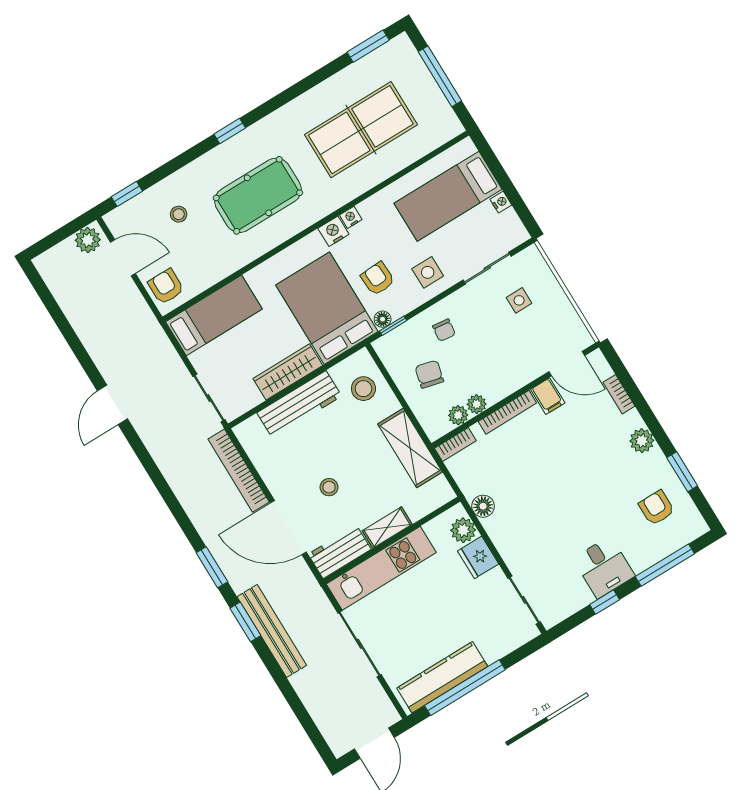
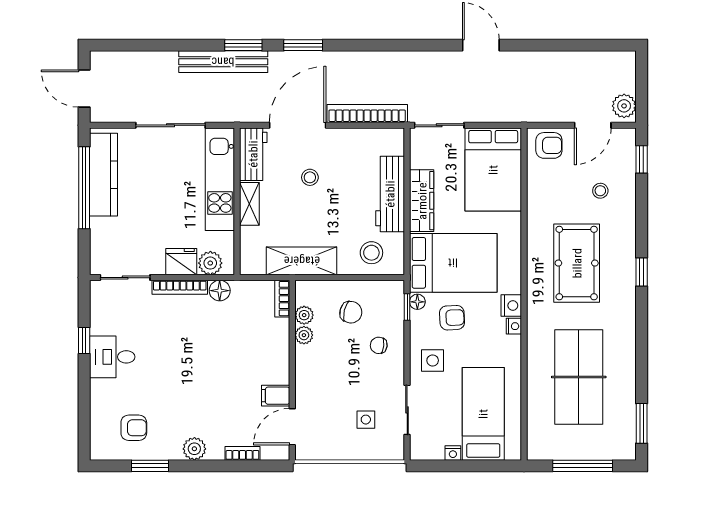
bed: (214, 315) -> (493, 170), width x1.50
bookcase: (507, 412) -> (180, 287), moved, turned -90
window: (665, 565) -> (84, 406), removed

